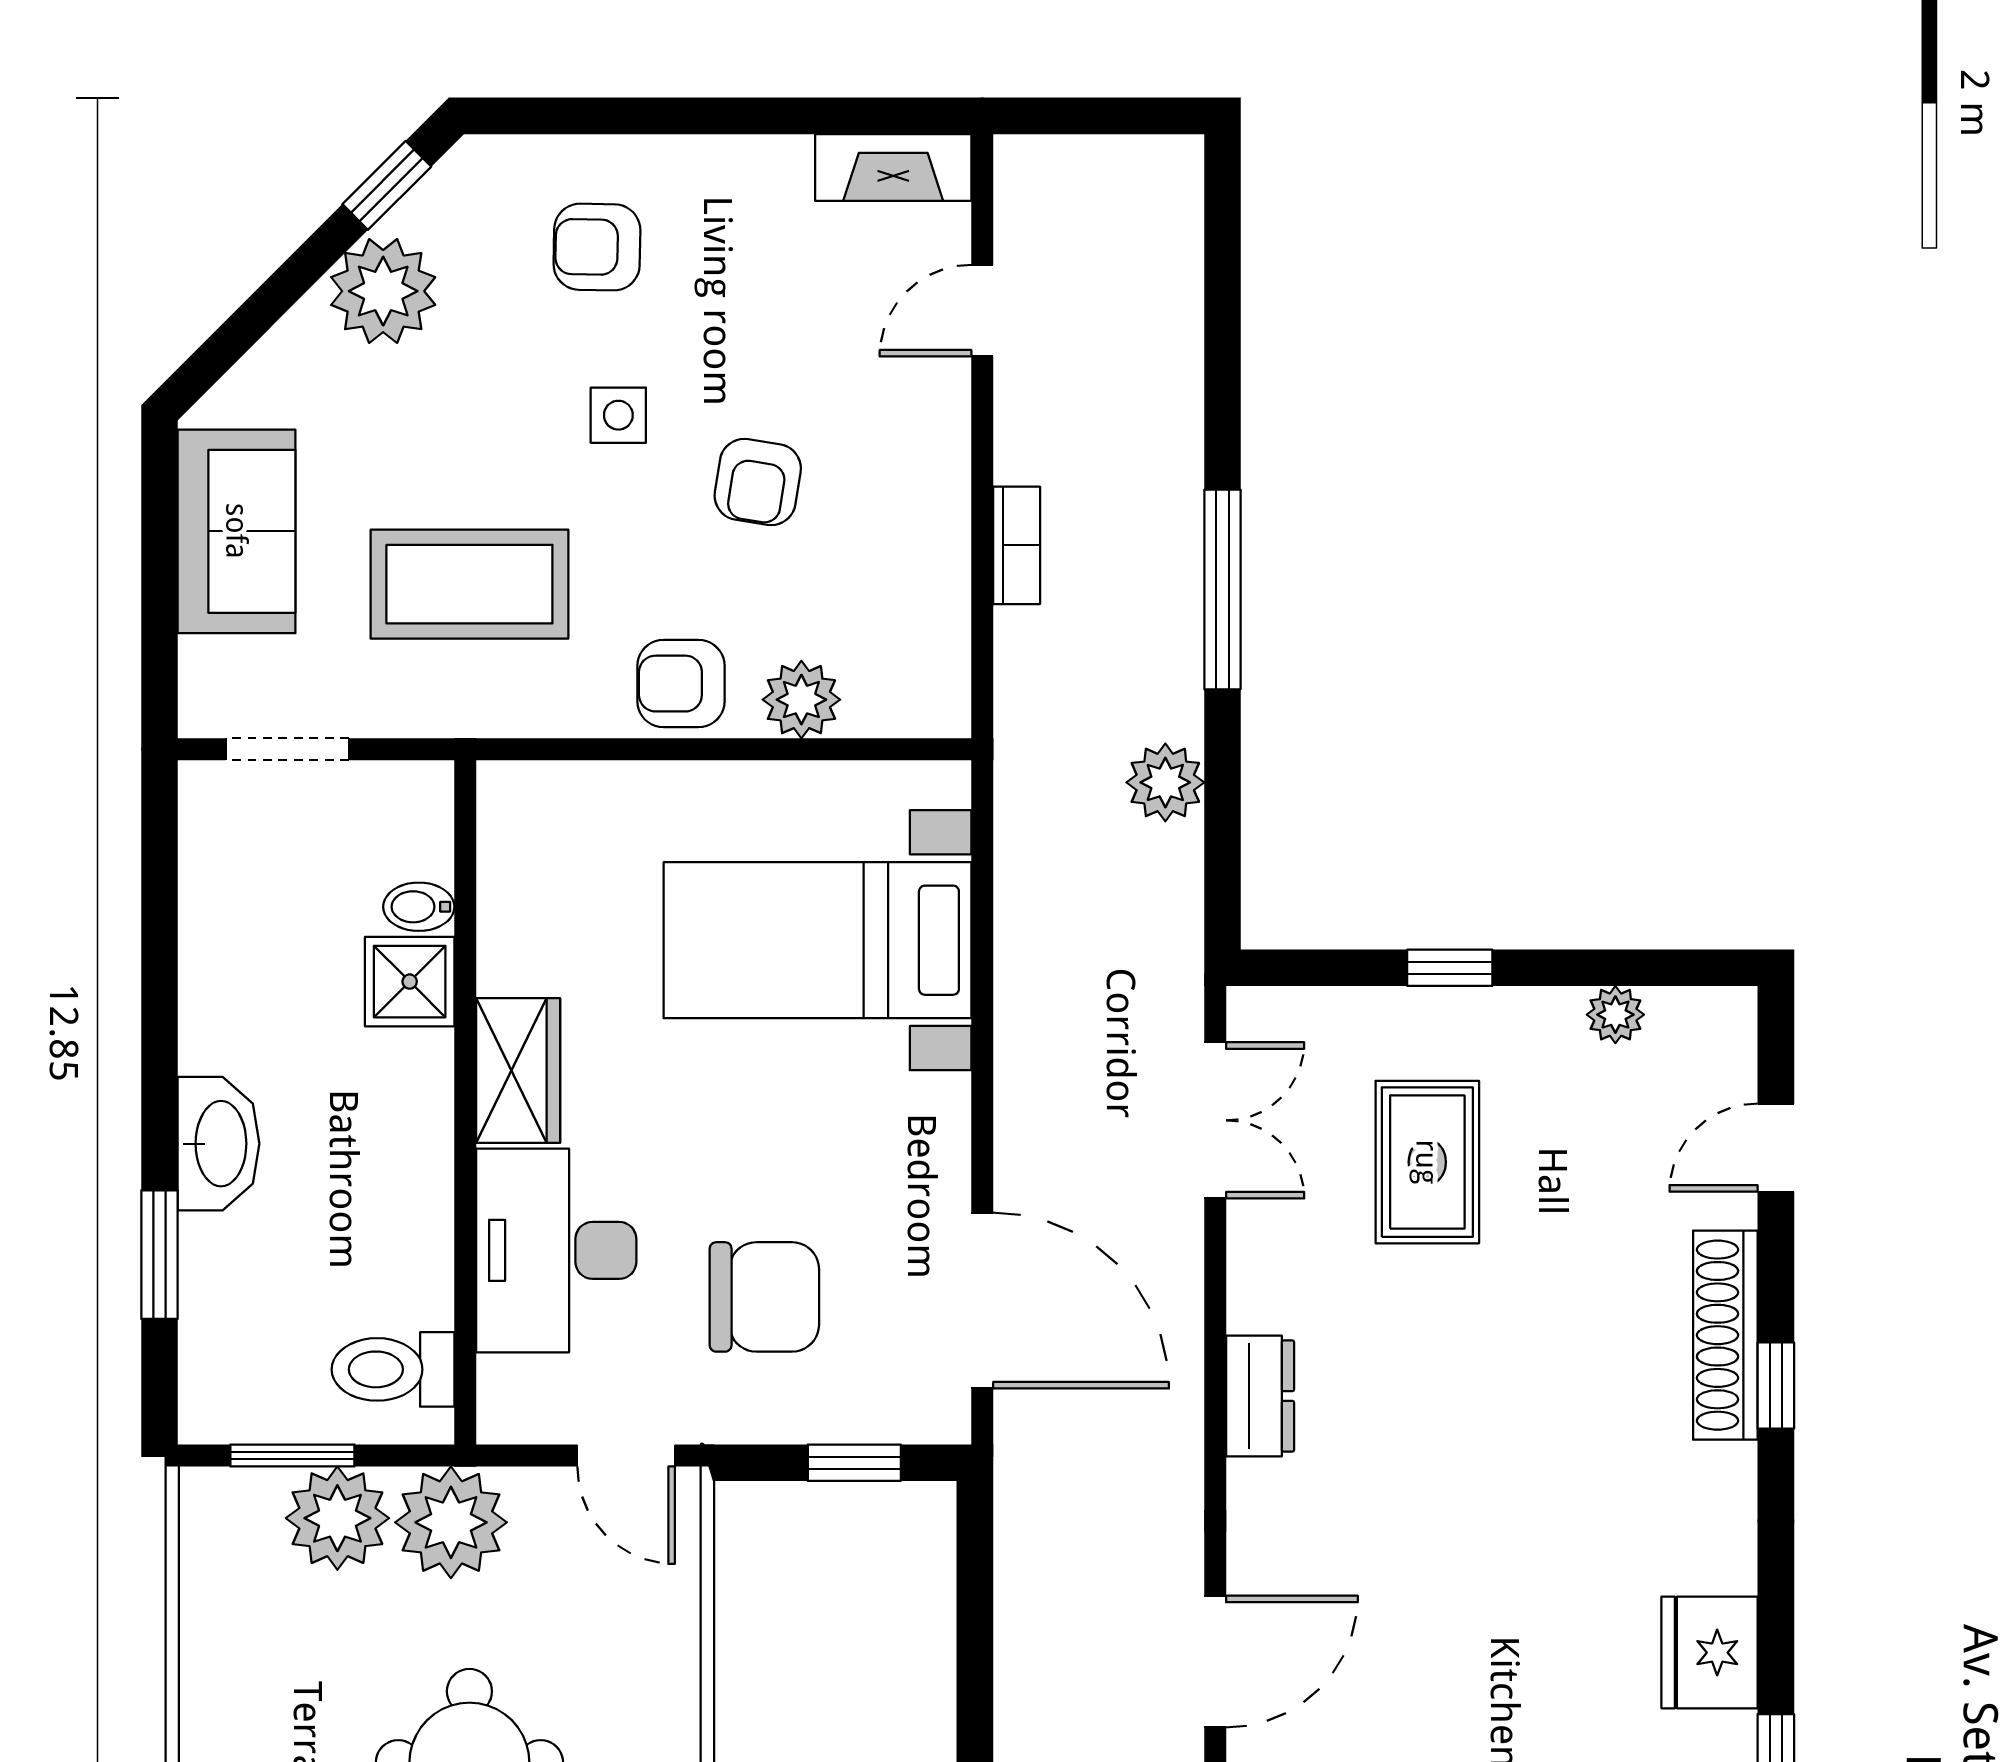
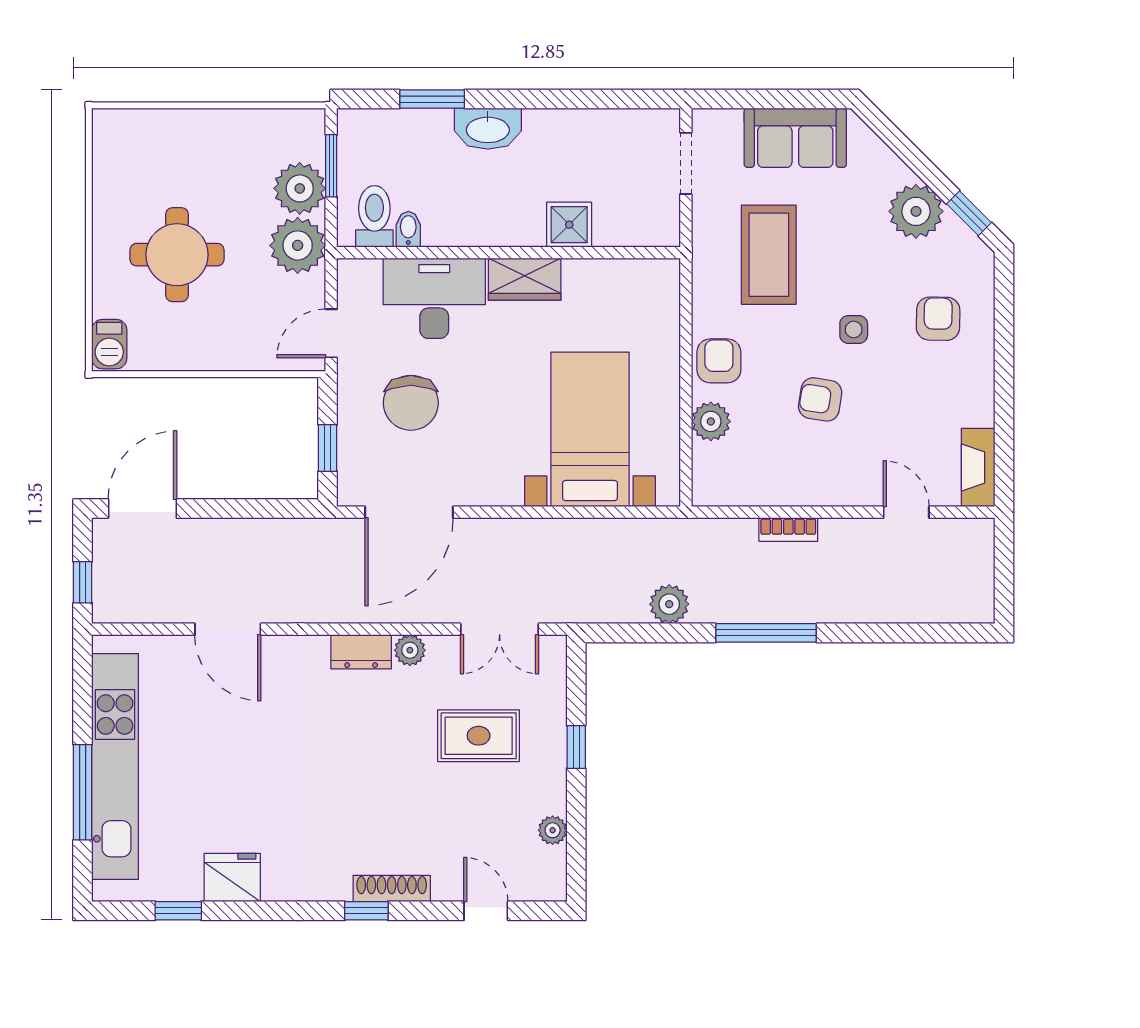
bidet: (419, 907) -> (408, 229), moved
plant: (1257, 1299) -> (410, 650), added
shoe rack: (1725, 1335) -> (392, 888), width x0.74, depth x0.81

